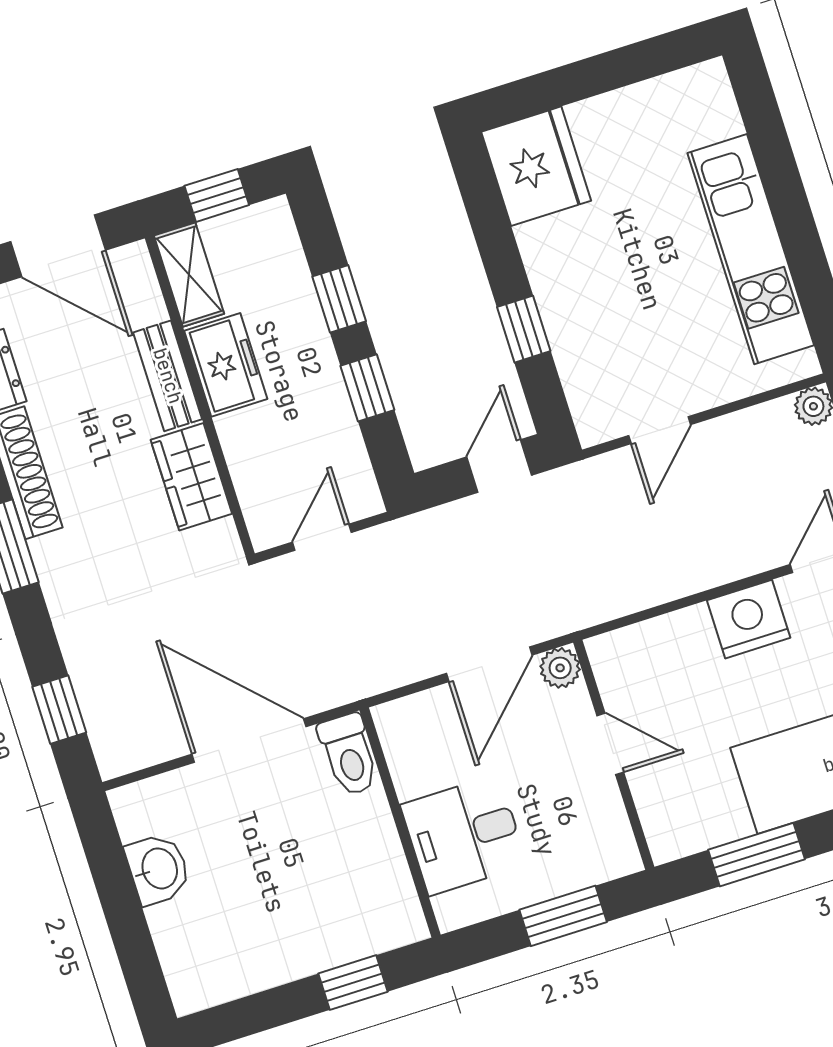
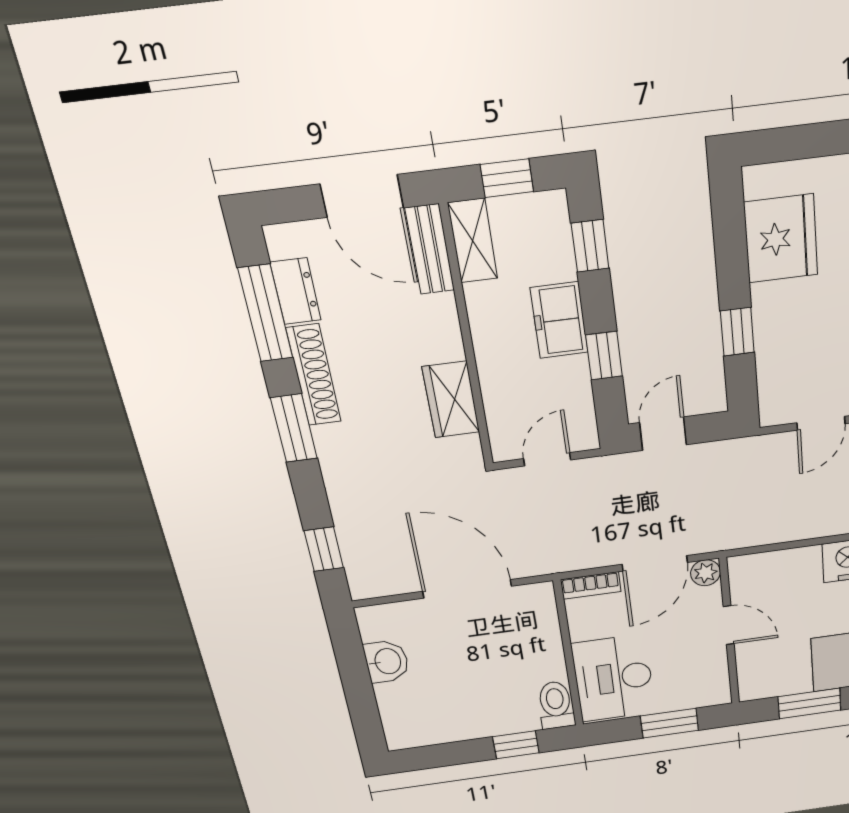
fridge: (536, 166) -> (781, 239), moved
window: (339, 299) -> (590, 246), moved
freezer: (226, 365) -> (559, 320), moved, turned 180
bench: (168, 376) -> (430, 249), moved
door: (499, 466) -> (663, 434), moved
bookcase: (411, 711) -> (591, 585), added
toilet: (349, 755) -> (556, 705), moved, turned 180
desk: (464, 835) -> (613, 678), width x1.37

